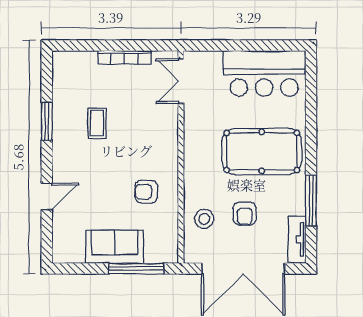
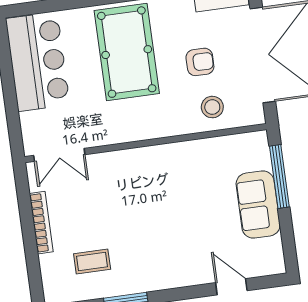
coffee table: (97, 123) -> (92, 262), moved
armchair: (146, 192) -> (190, 177), removed
door: (47, 196) -> (231, 287), moved

